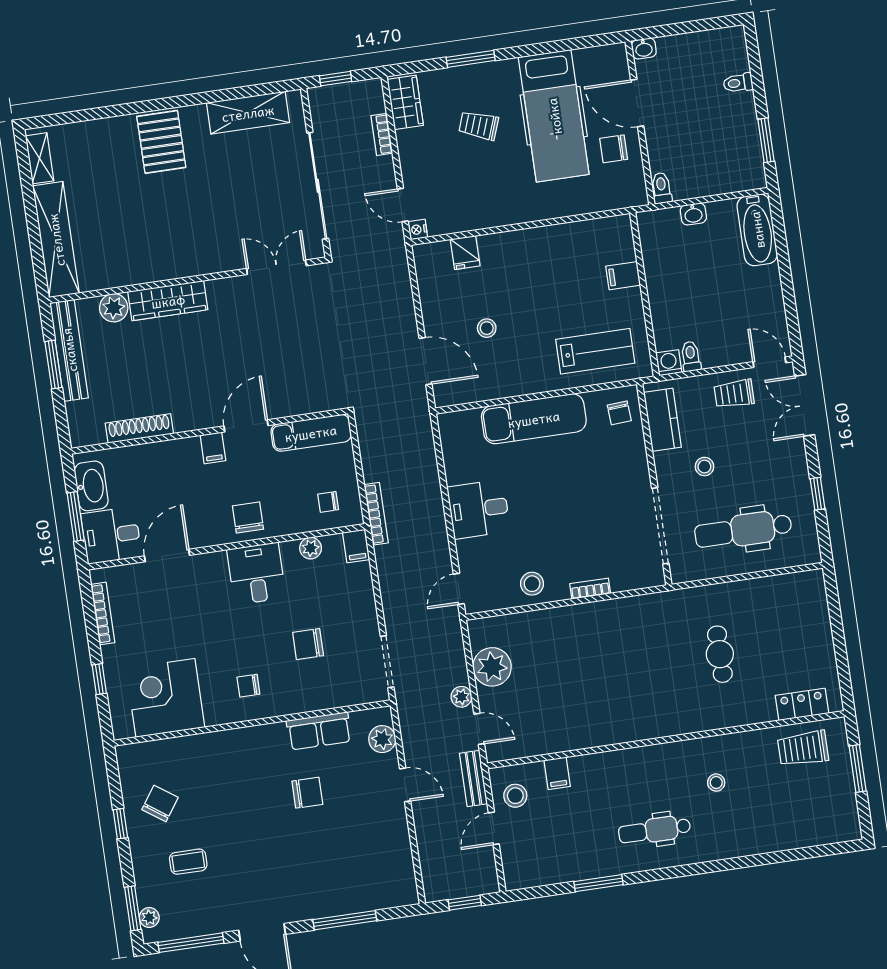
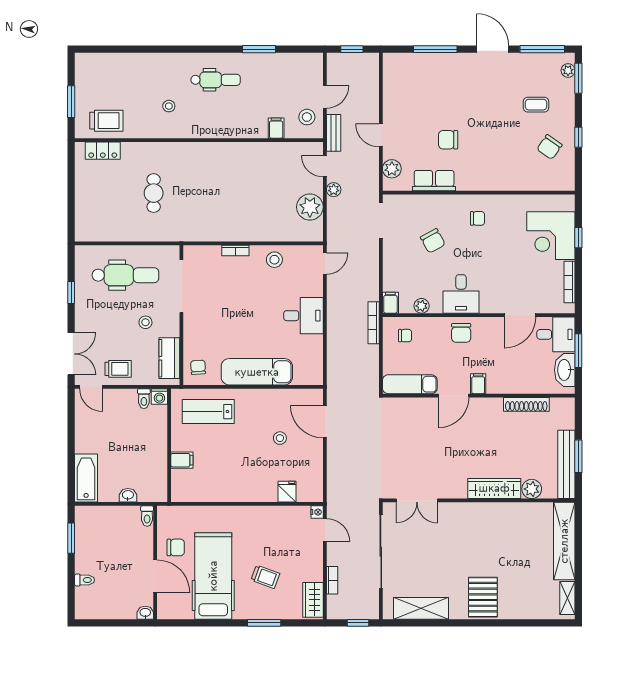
chair: (308, 644) -> (433, 241), turned 61
corner desk: (165, 698) -> (551, 236), moved, turned 90

